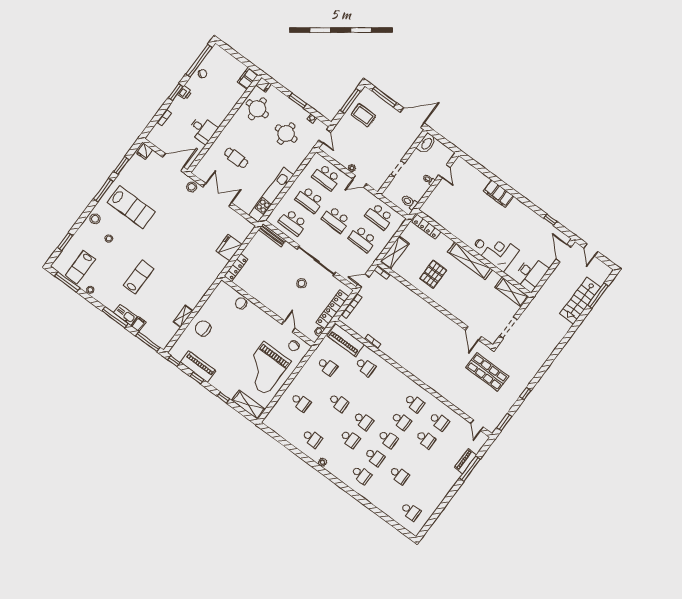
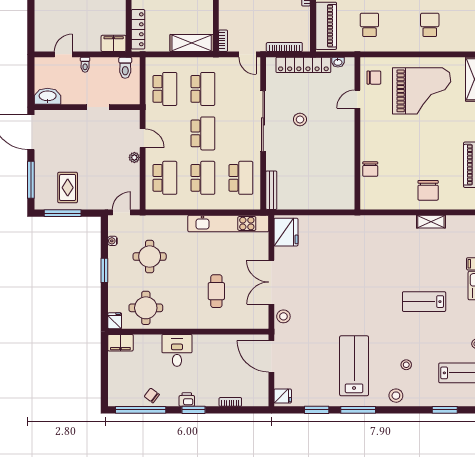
desk: (203, 129) -> (177, 350), moved
filing cabinet: (429, 206) -> (114, 43), added
fridge: (229, 248) -> (286, 232), moved, turned -90
locker: (236, 268) -> (335, 203), removed

